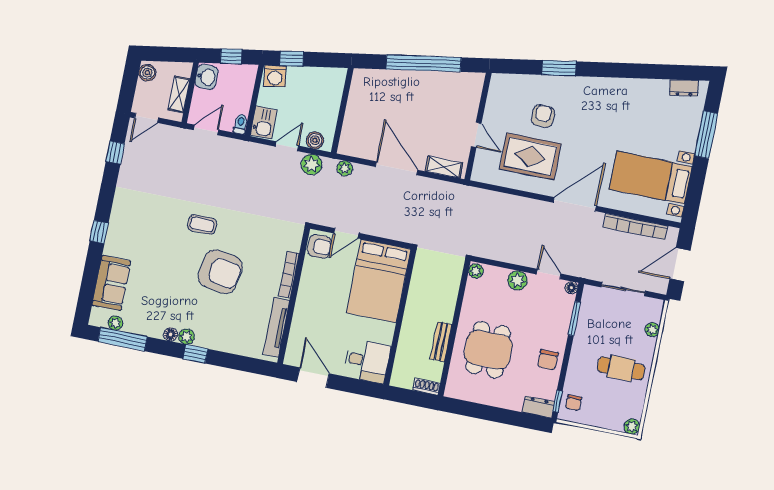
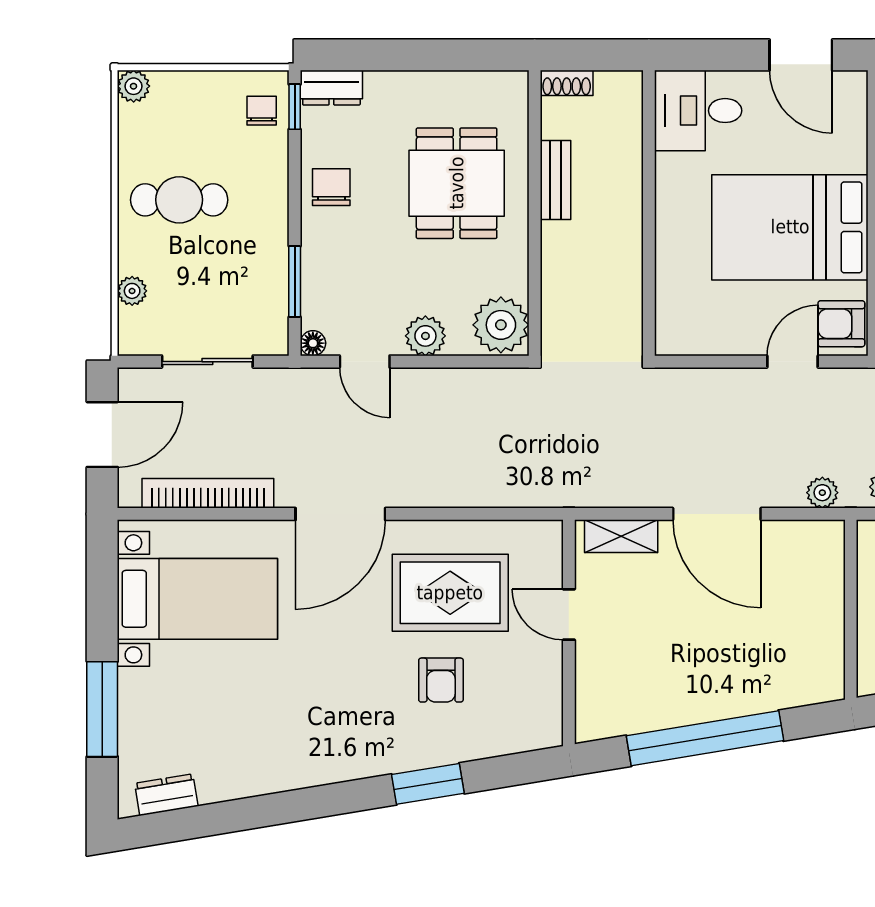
plant: (476, 271) -> (501, 325), width x1.88, depth x1.88
bed: (379, 281) -> (790, 227), moved, turned -90

